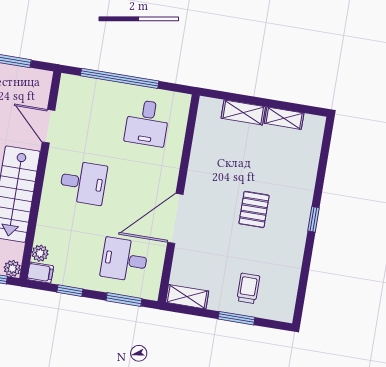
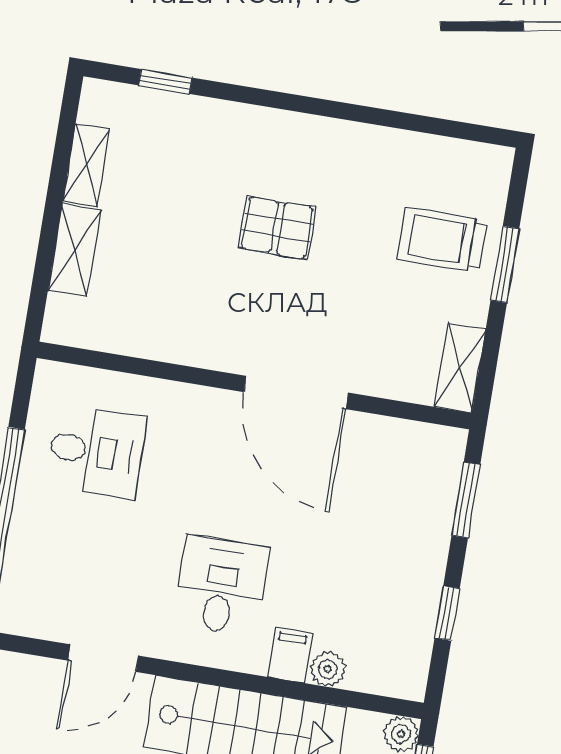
window: (313, 219) -> (165, 81), moved
plant: (40, 253) -> (328, 669), moved
desk: (124, 260) -> (382, 499), removed
filing cabinet: (40, 273) -> (290, 655), moved
trolley: (248, 288) -> (442, 240), width x1.36, depth x1.39

